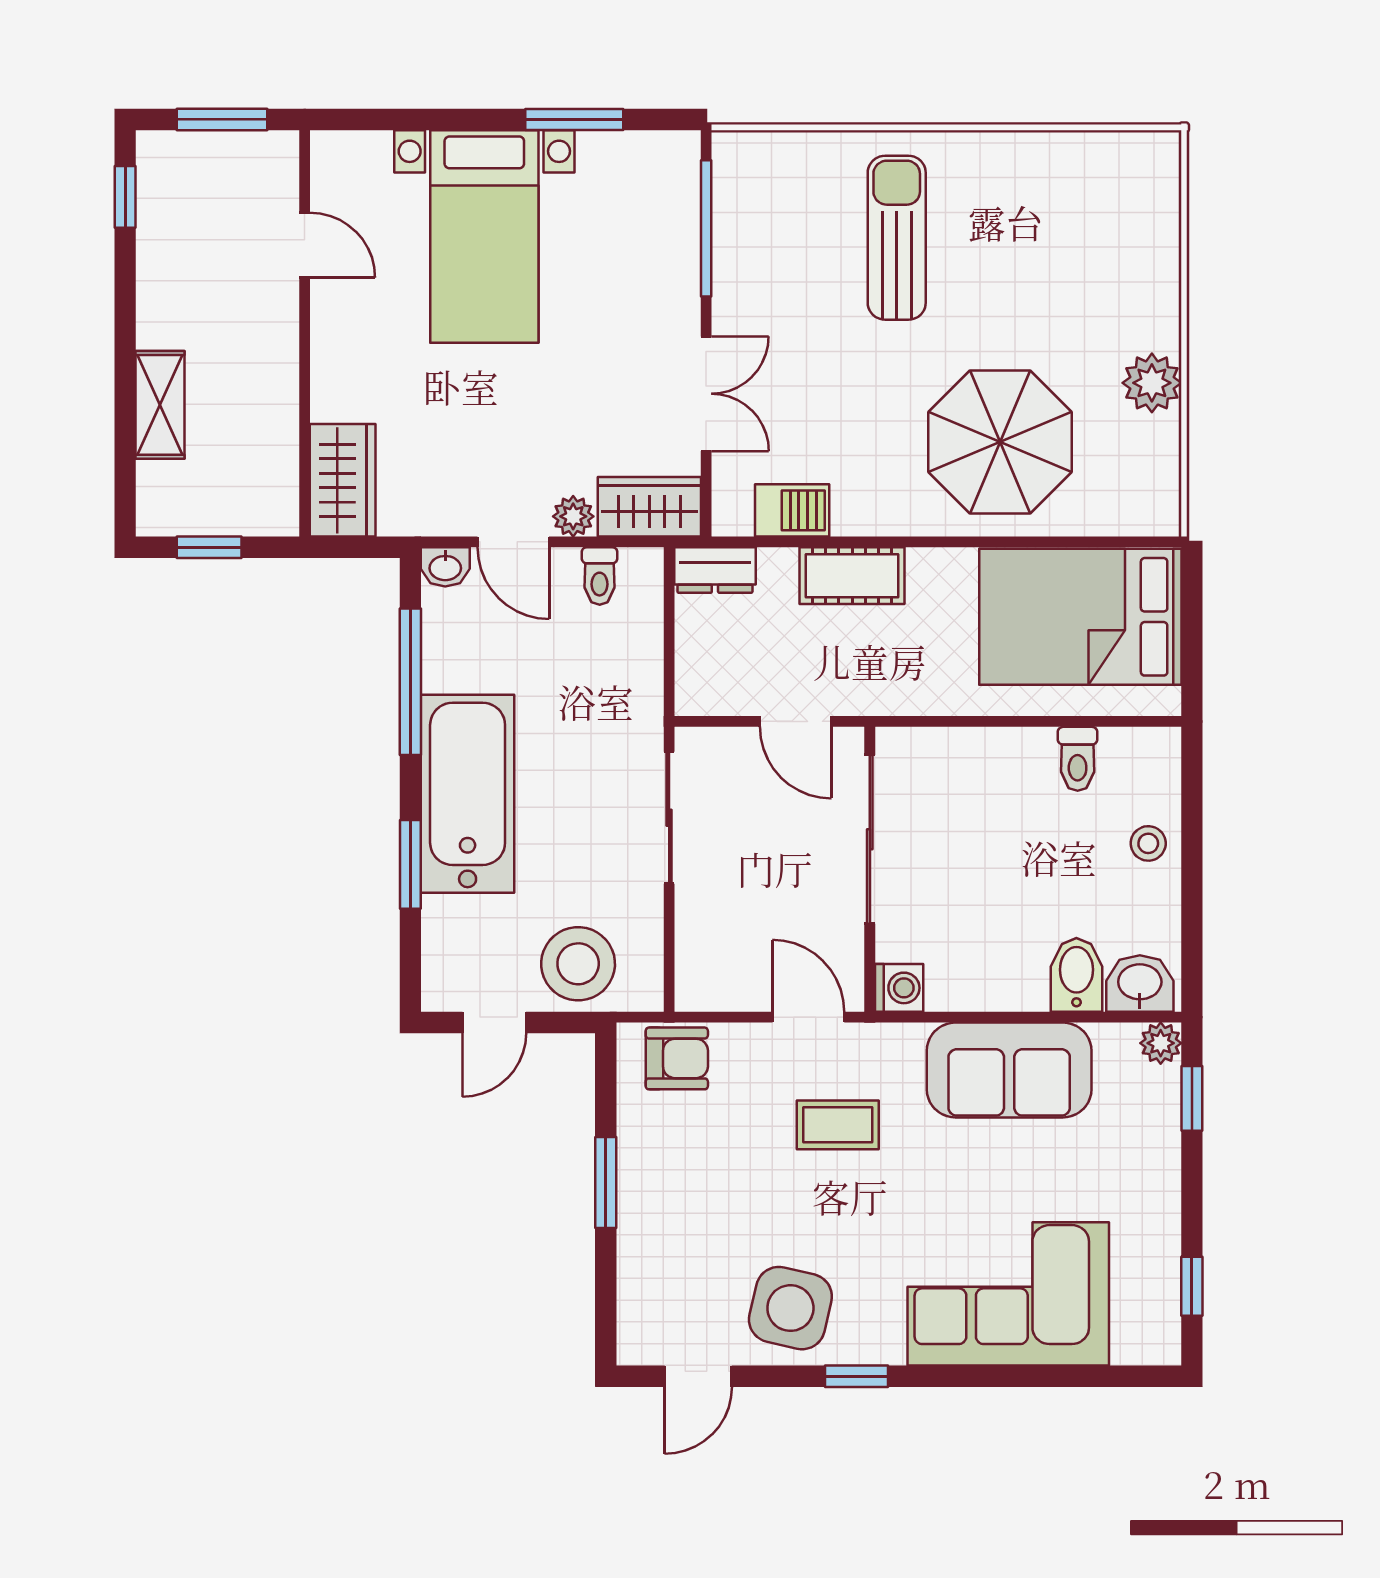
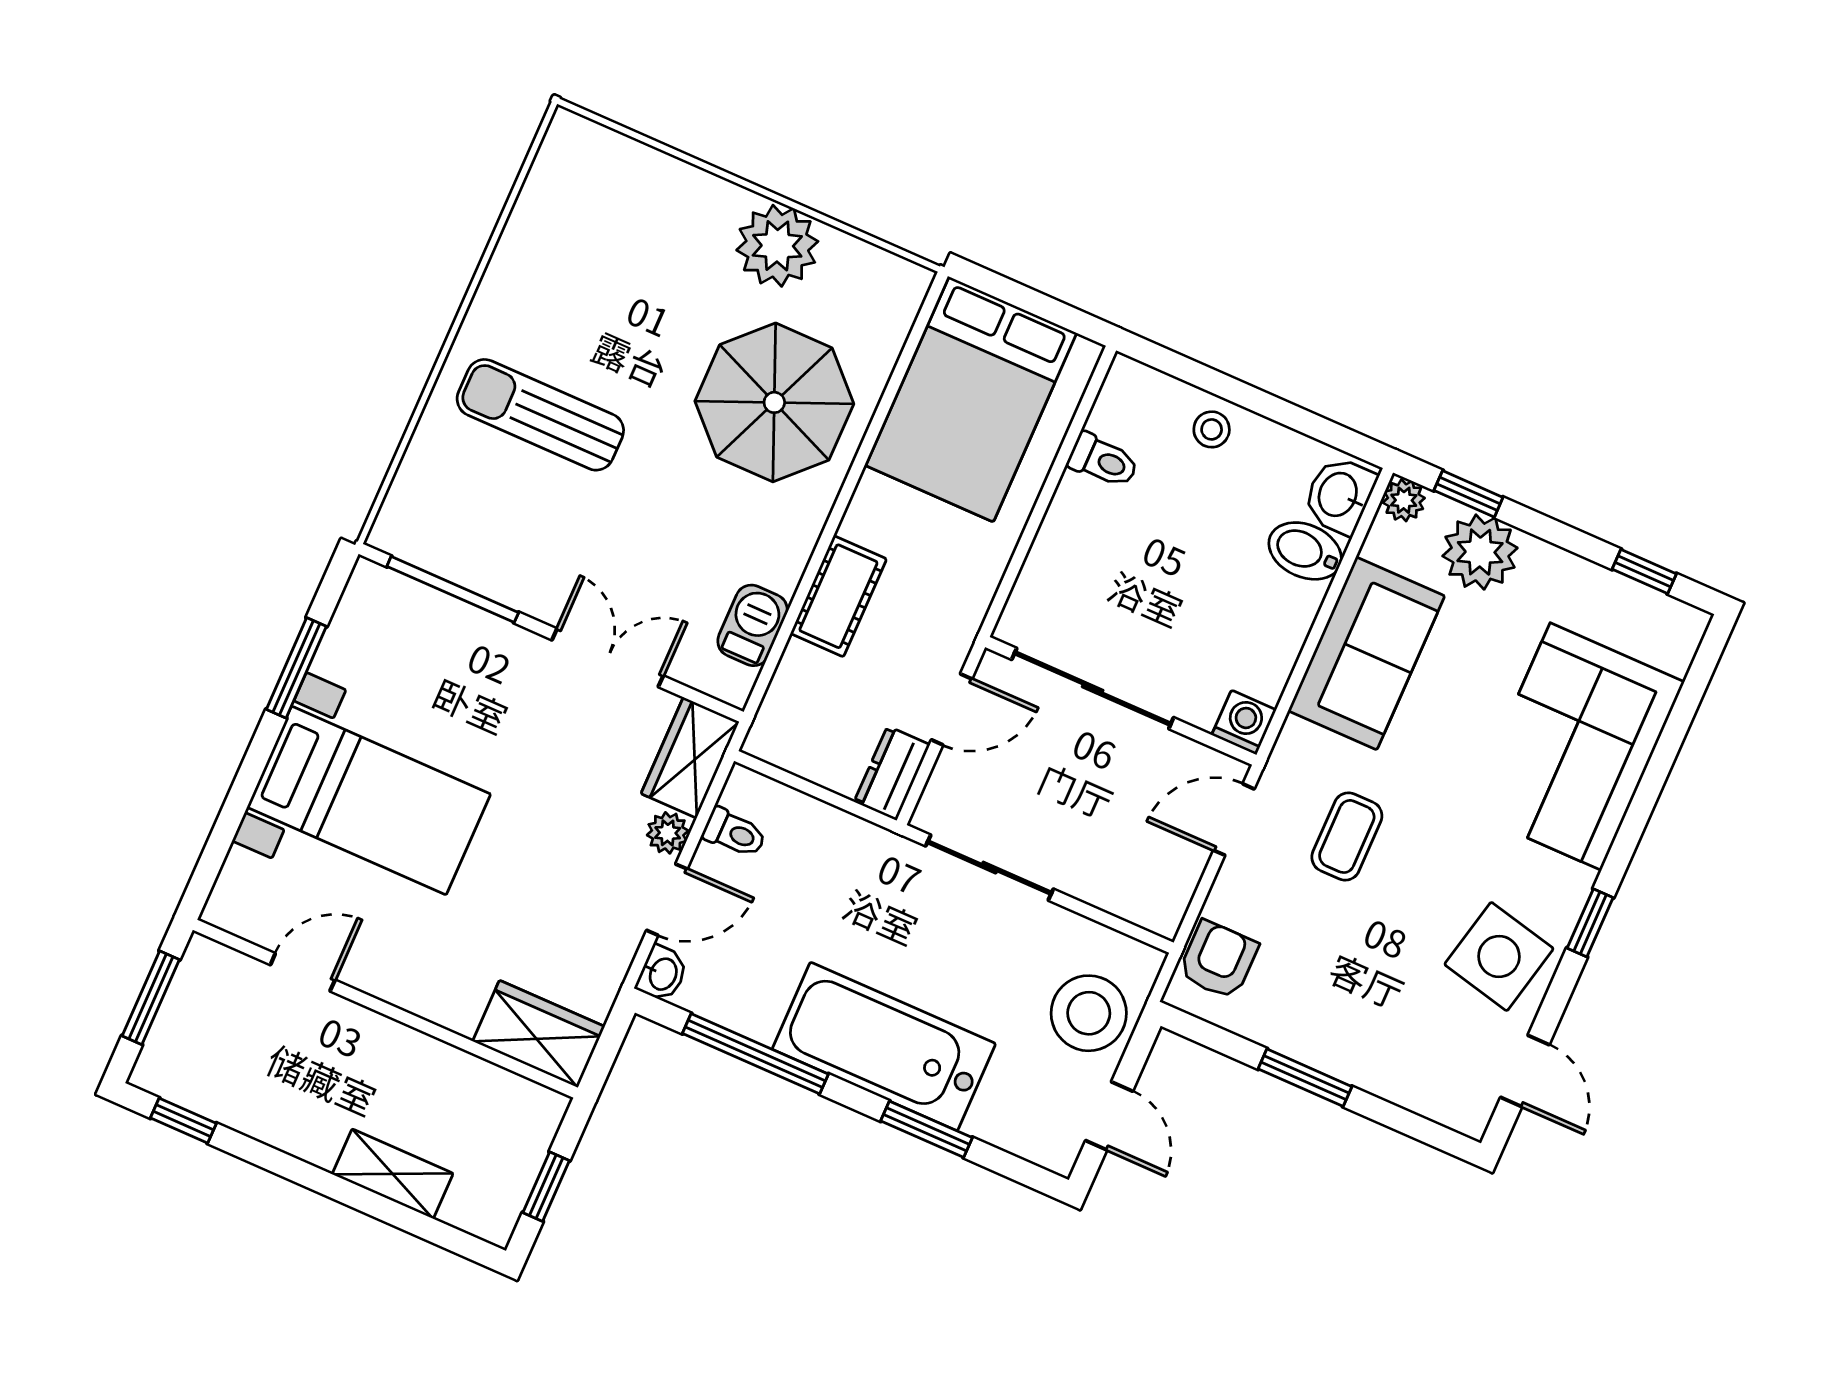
plant: (1152, 383) -> (777, 246), width x1.36, depth x1.36
dresser: (715, 570) -> (892, 773), moved, turned 180
plant: (1144, 1132) -> (1480, 552), added

